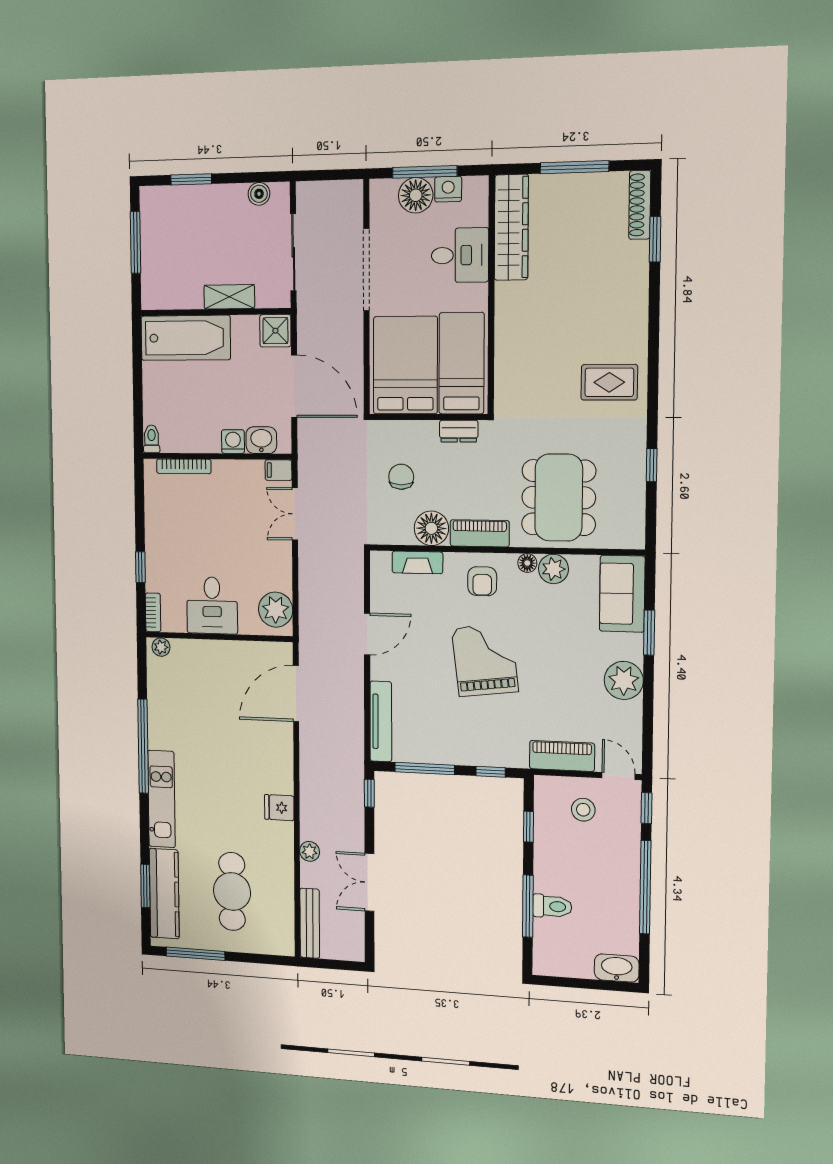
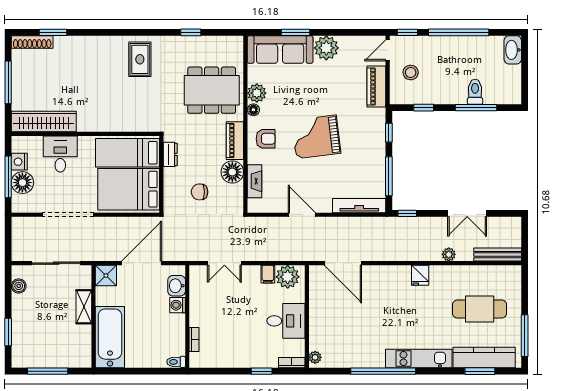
bookcase: (184, 466) -> (194, 340), width x0.64
filing cabinet: (278, 470) -> (268, 274), moved
sofa: (622, 594) -> (280, 50), width x1.36

